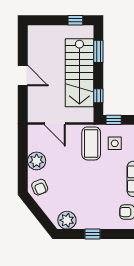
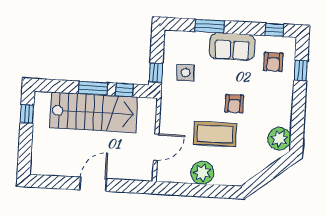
window: (98, 51) -> (93, 88), moved
coffee table: (91, 143) -> (215, 134), moved
armchair: (40, 187) -> (234, 104), moved, turned 112
window: (93, 234) -> (301, 70), moved

